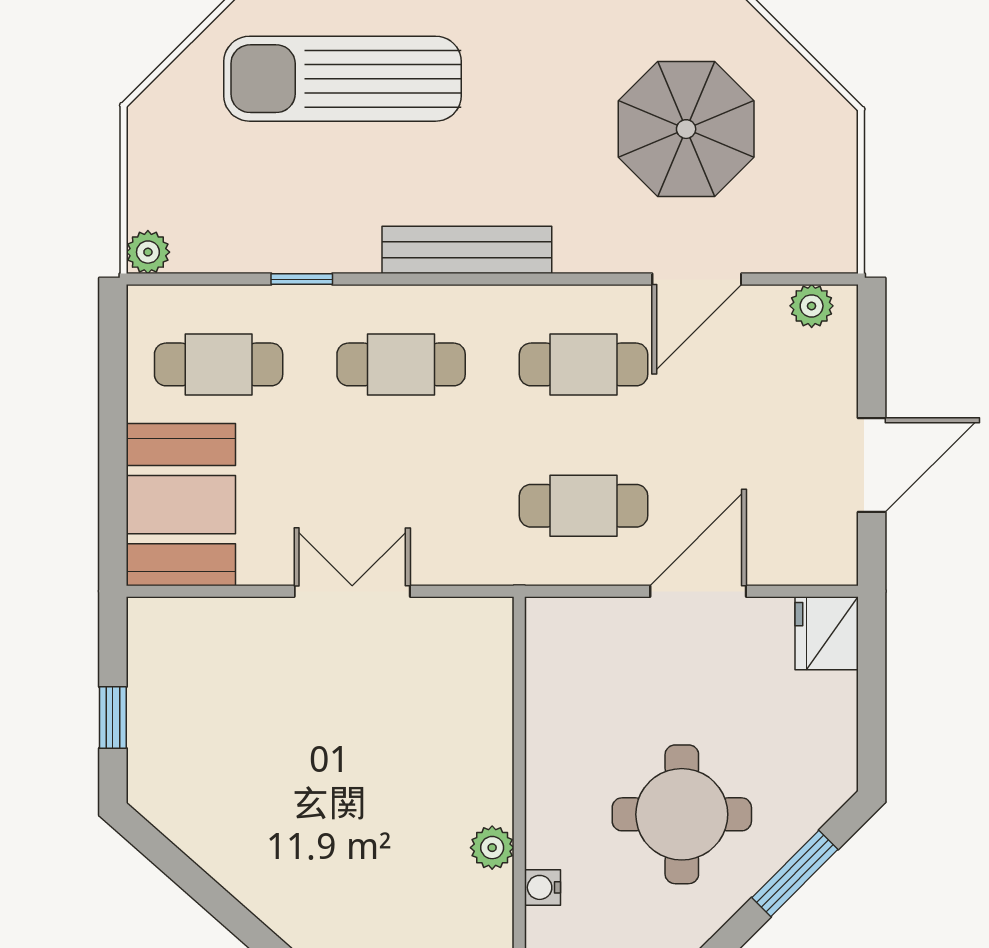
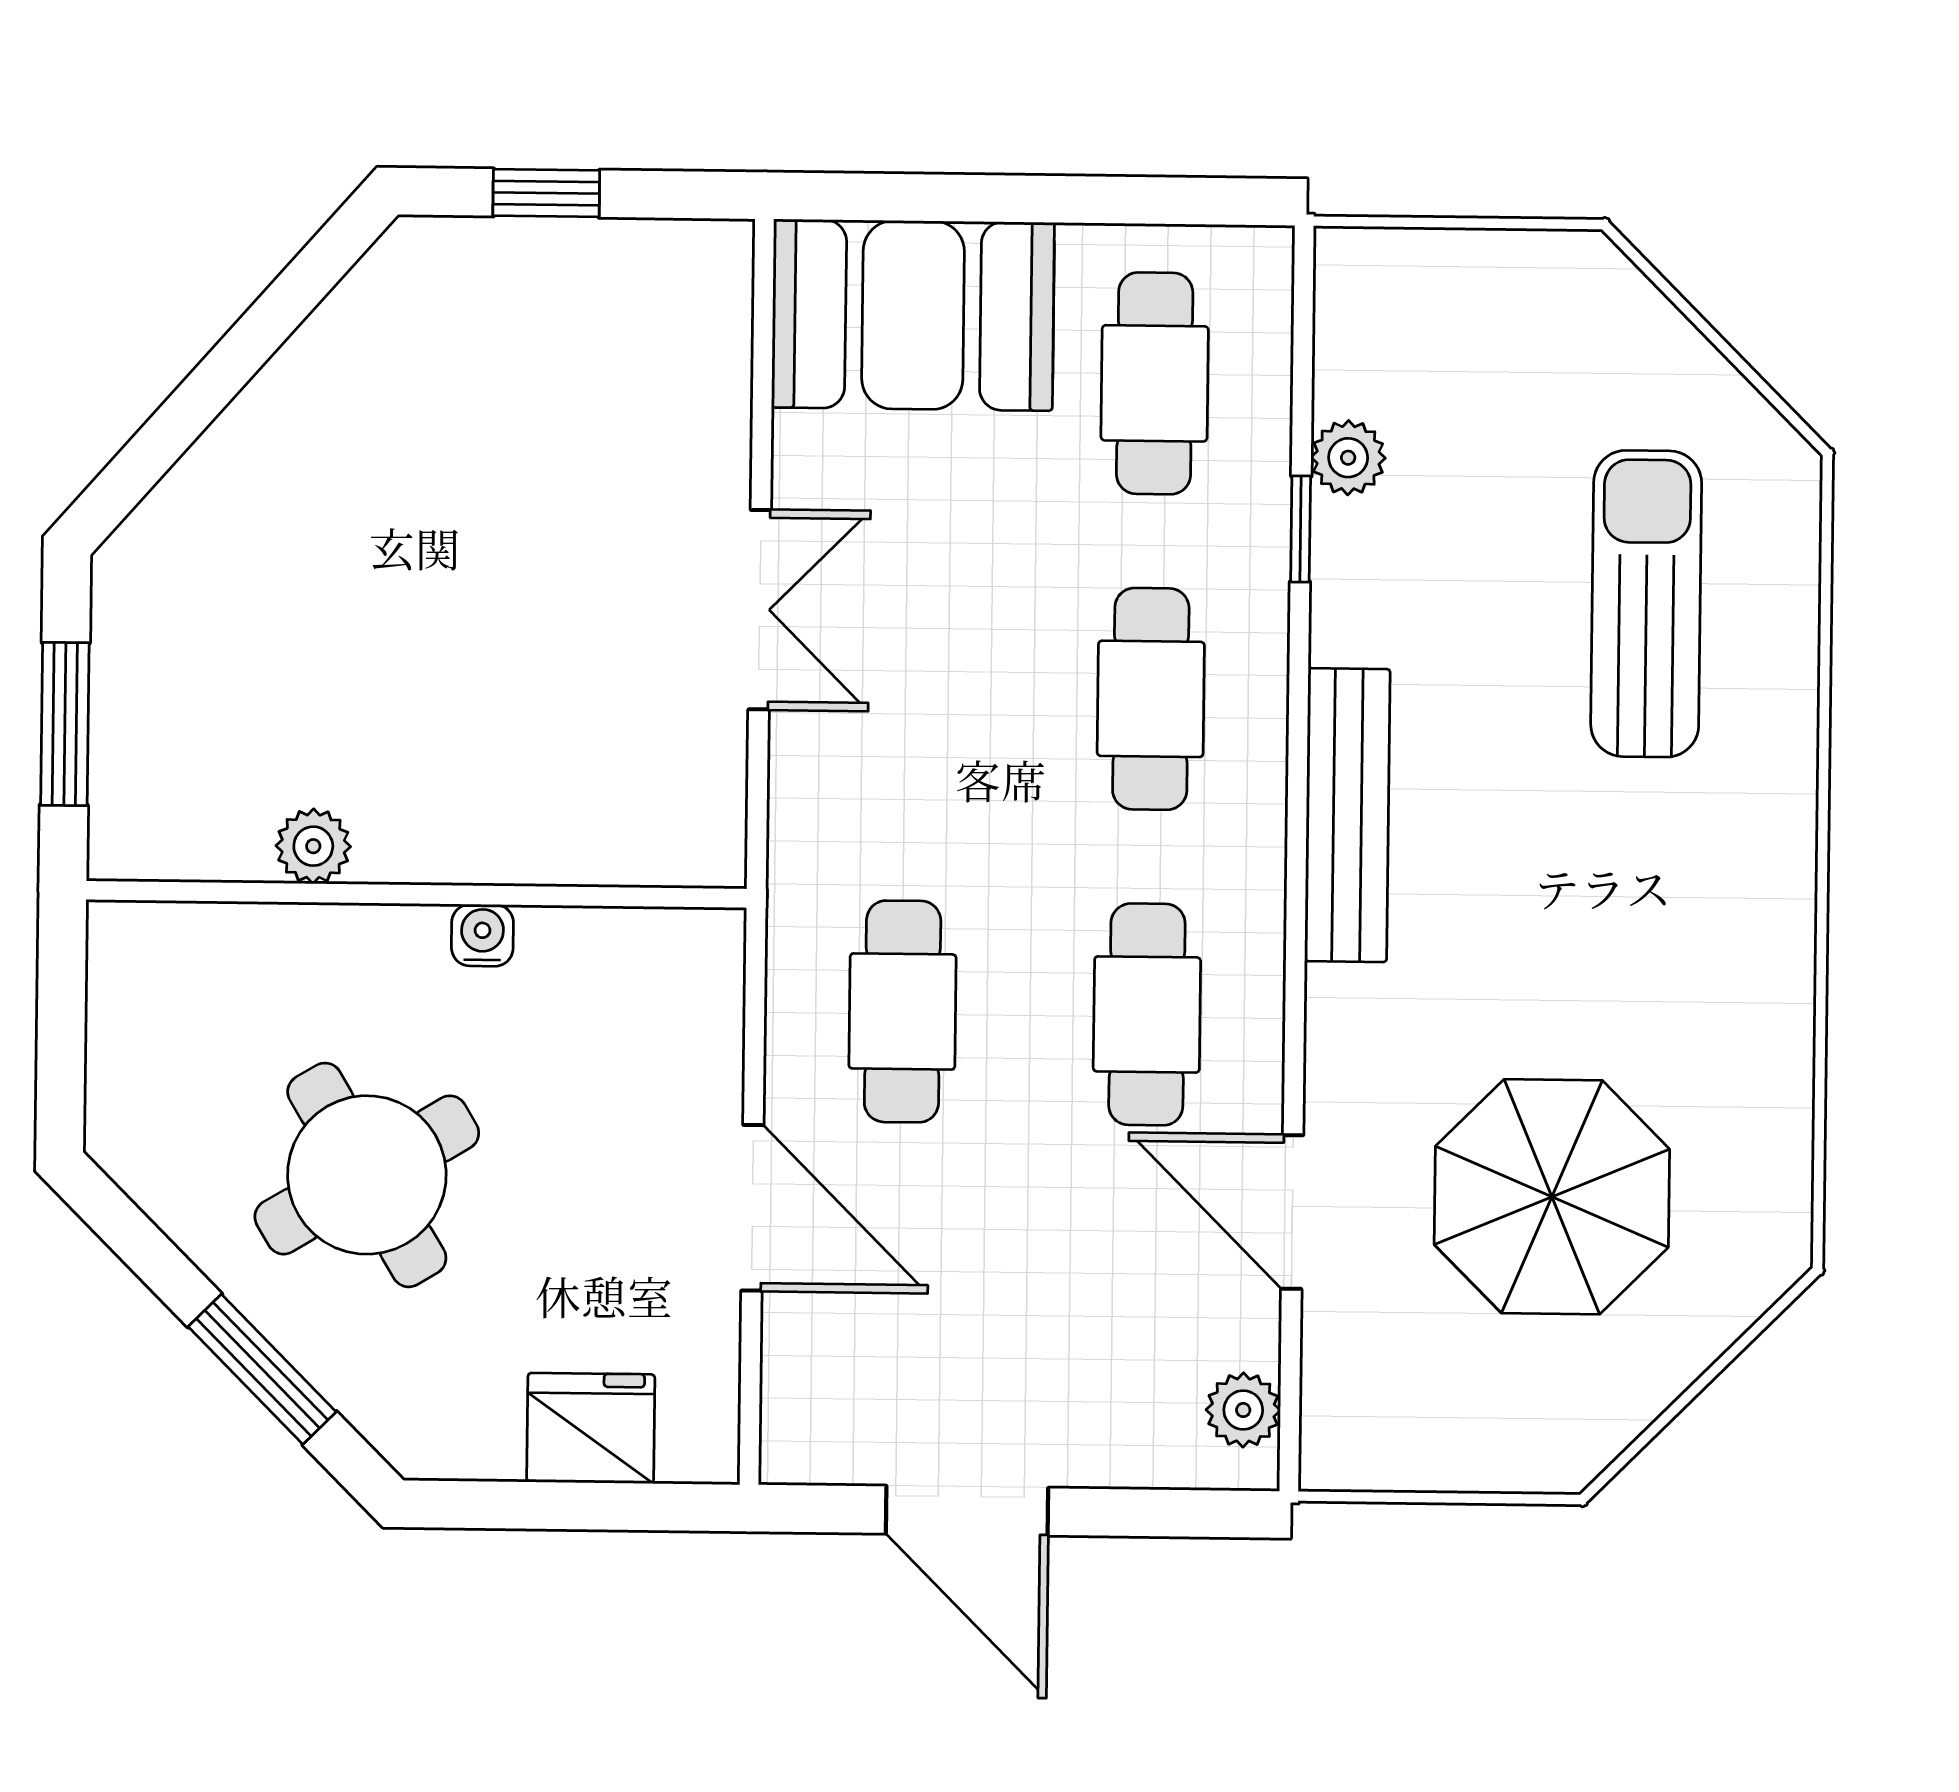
sun lounger: (343, 79) -> (1646, 604), width x0.73, depth x0.75
plant: (148, 252) -> (1348, 458), moved
fridge: (827, 633) -> (591, 1428), moved
round table: (682, 814) -> (367, 1175), turned -31
water cooler: (542, 887) -> (482, 935), moved

